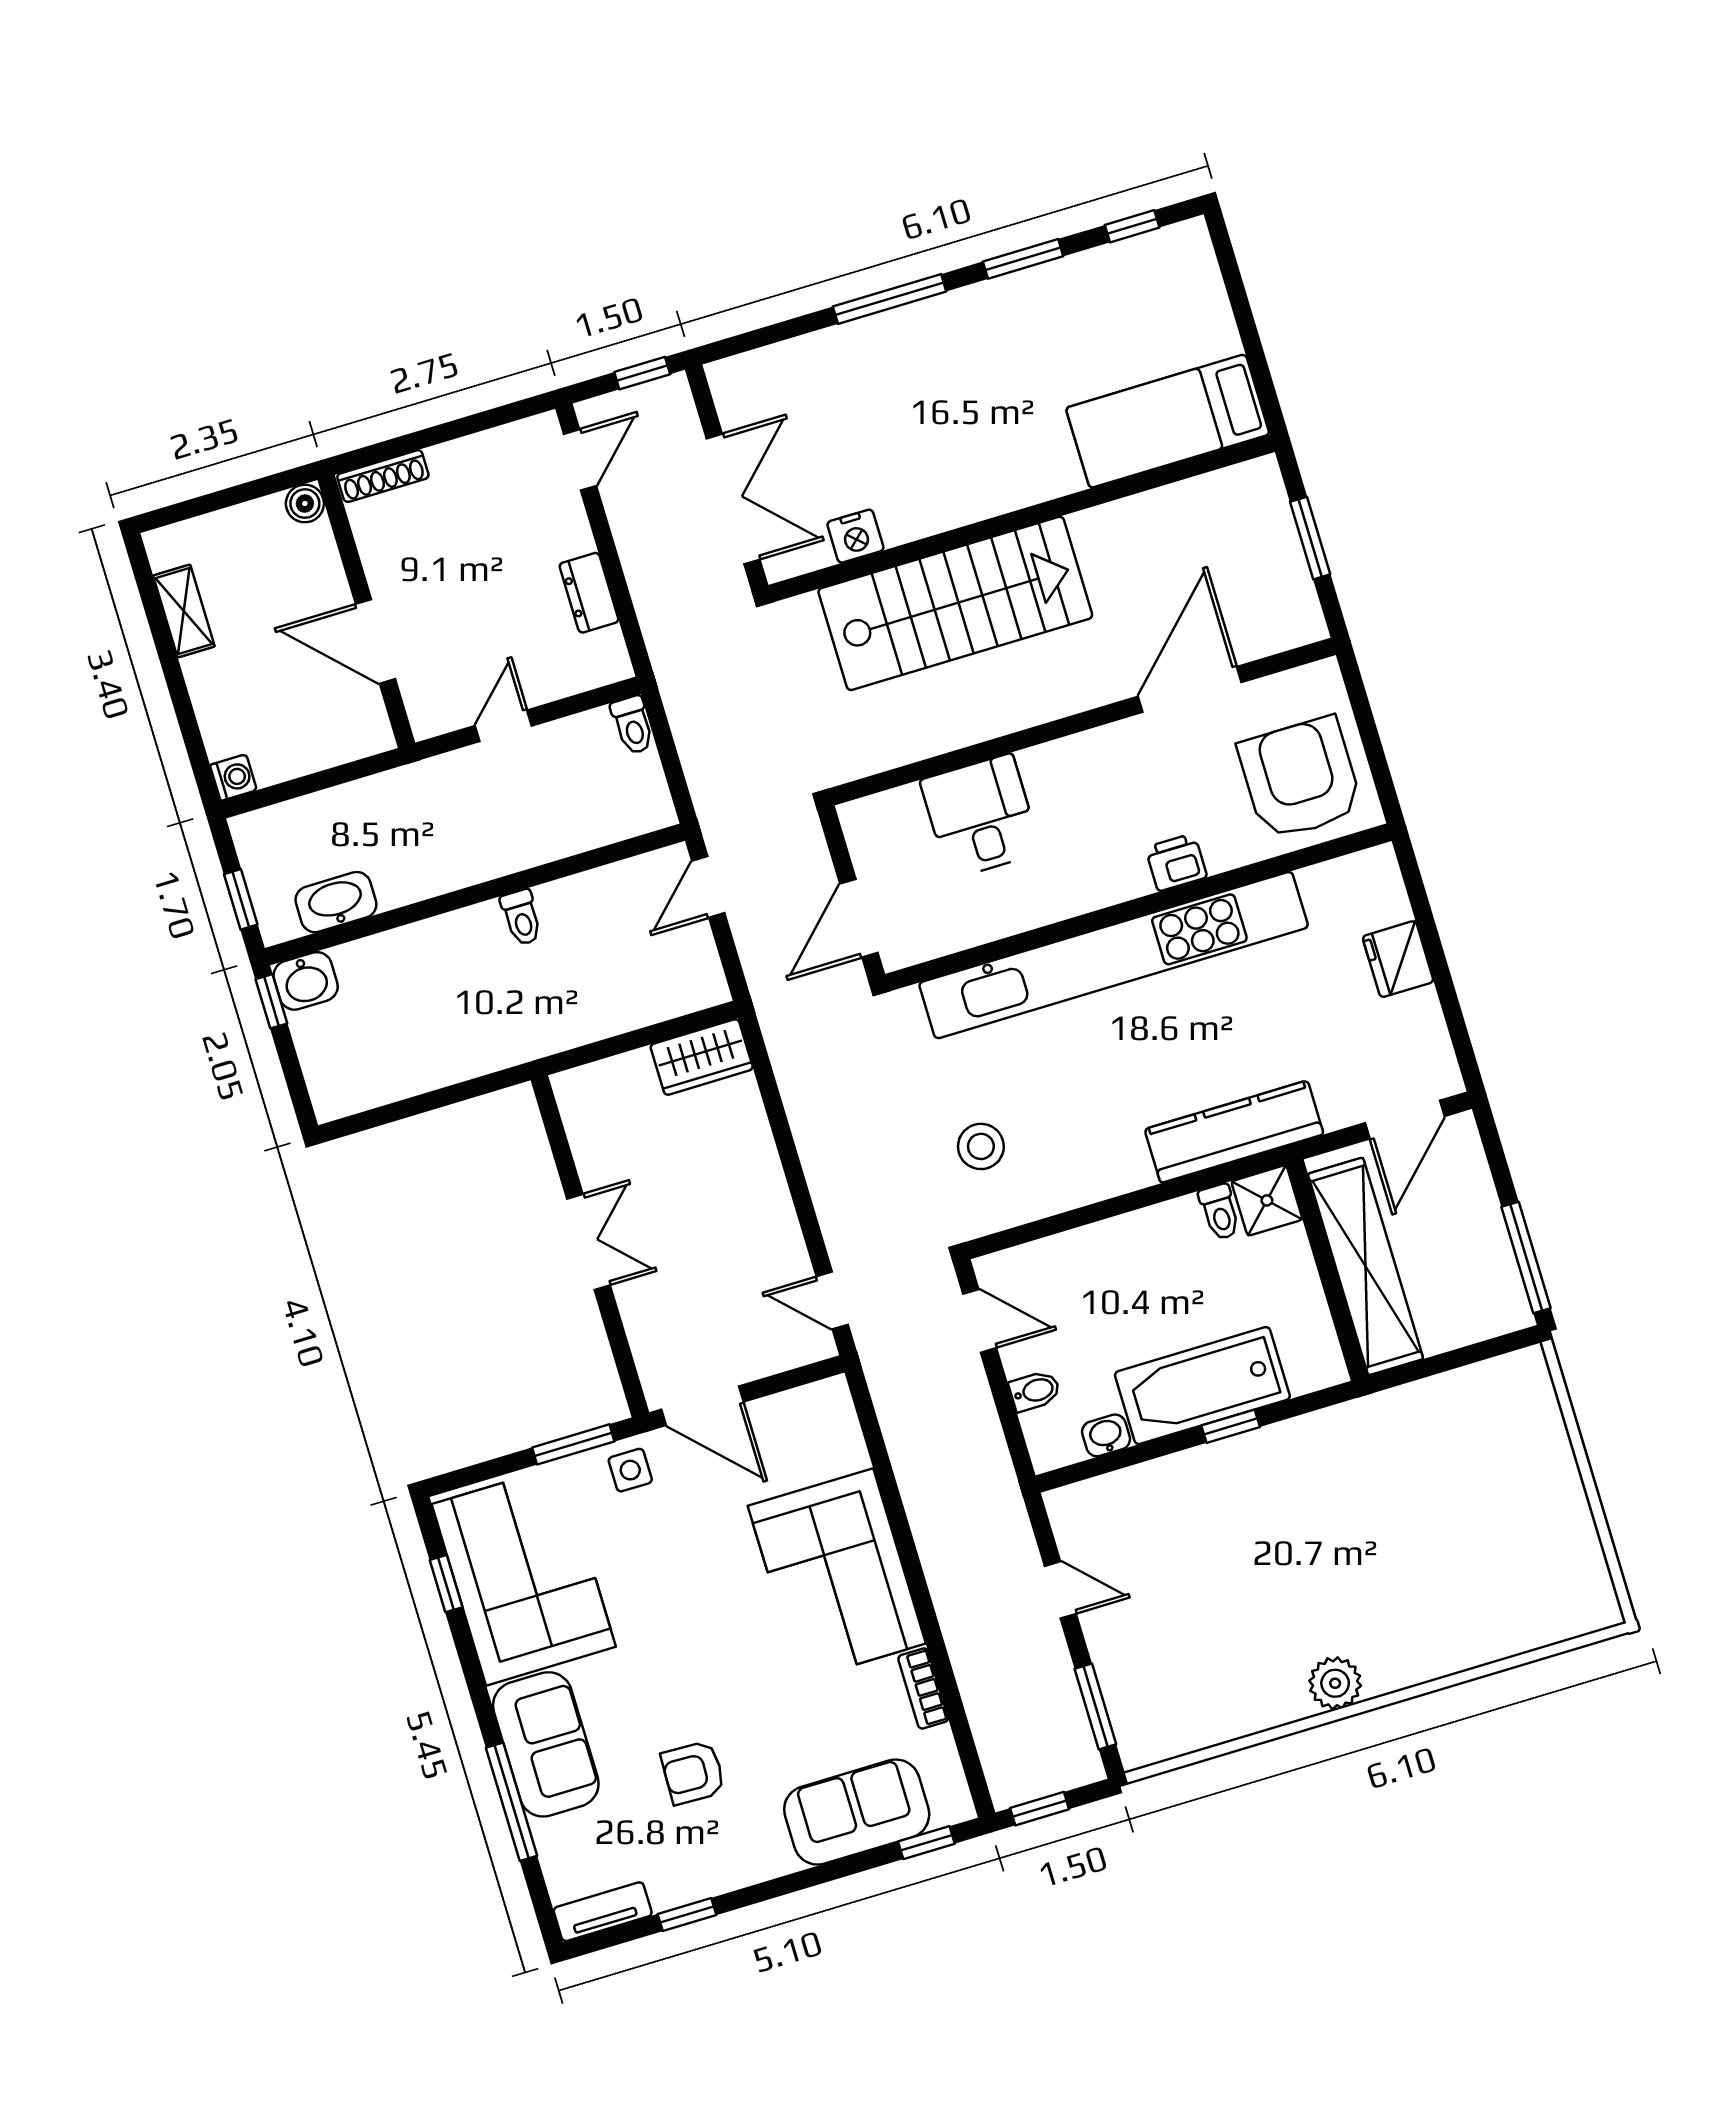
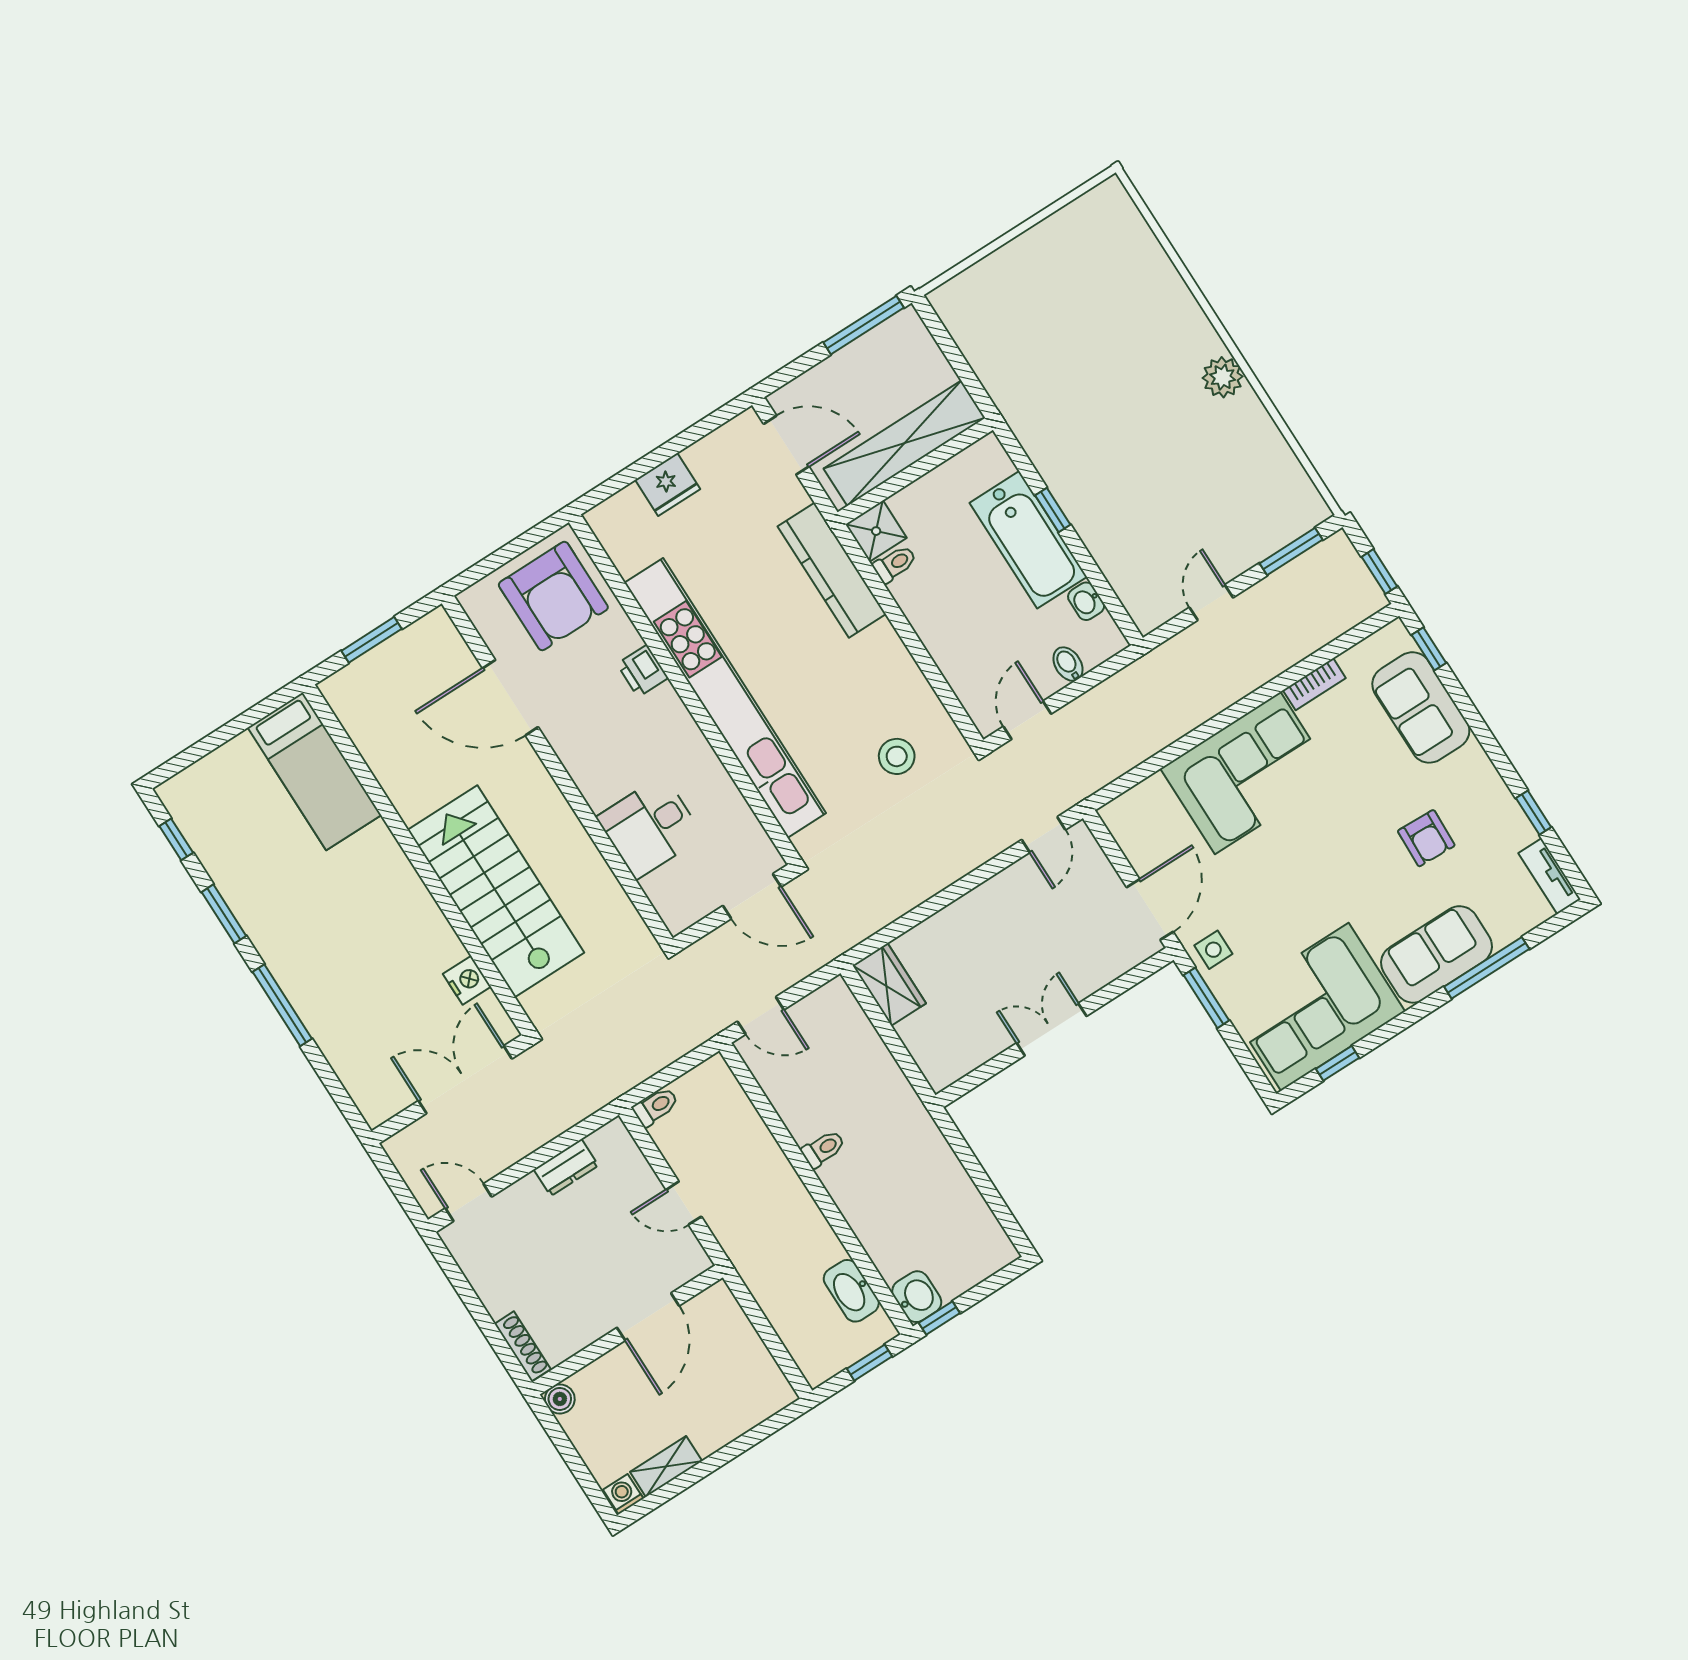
window: (642, 373) -> (390, 1174), removed
washing machine: (233, 778) -> (623, 1494), moved
armchair: (1300, 778) -> (553, 596), turned -90

